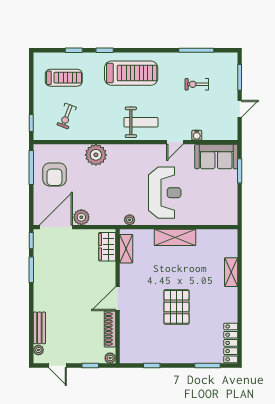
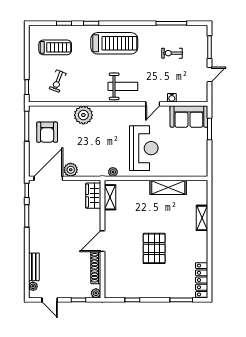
shelving: (175, 237) -> (168, 187), moved

